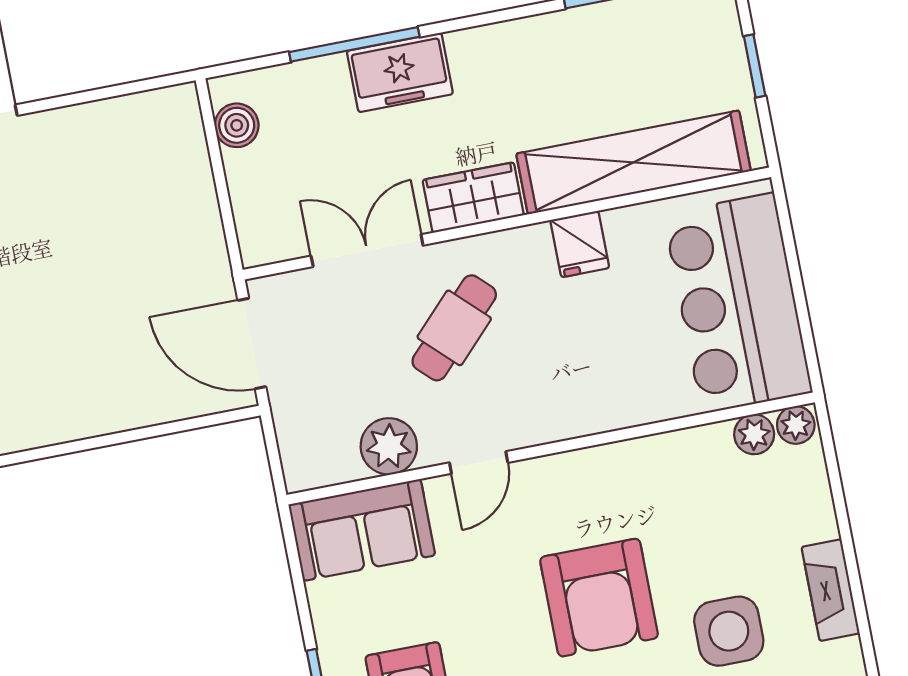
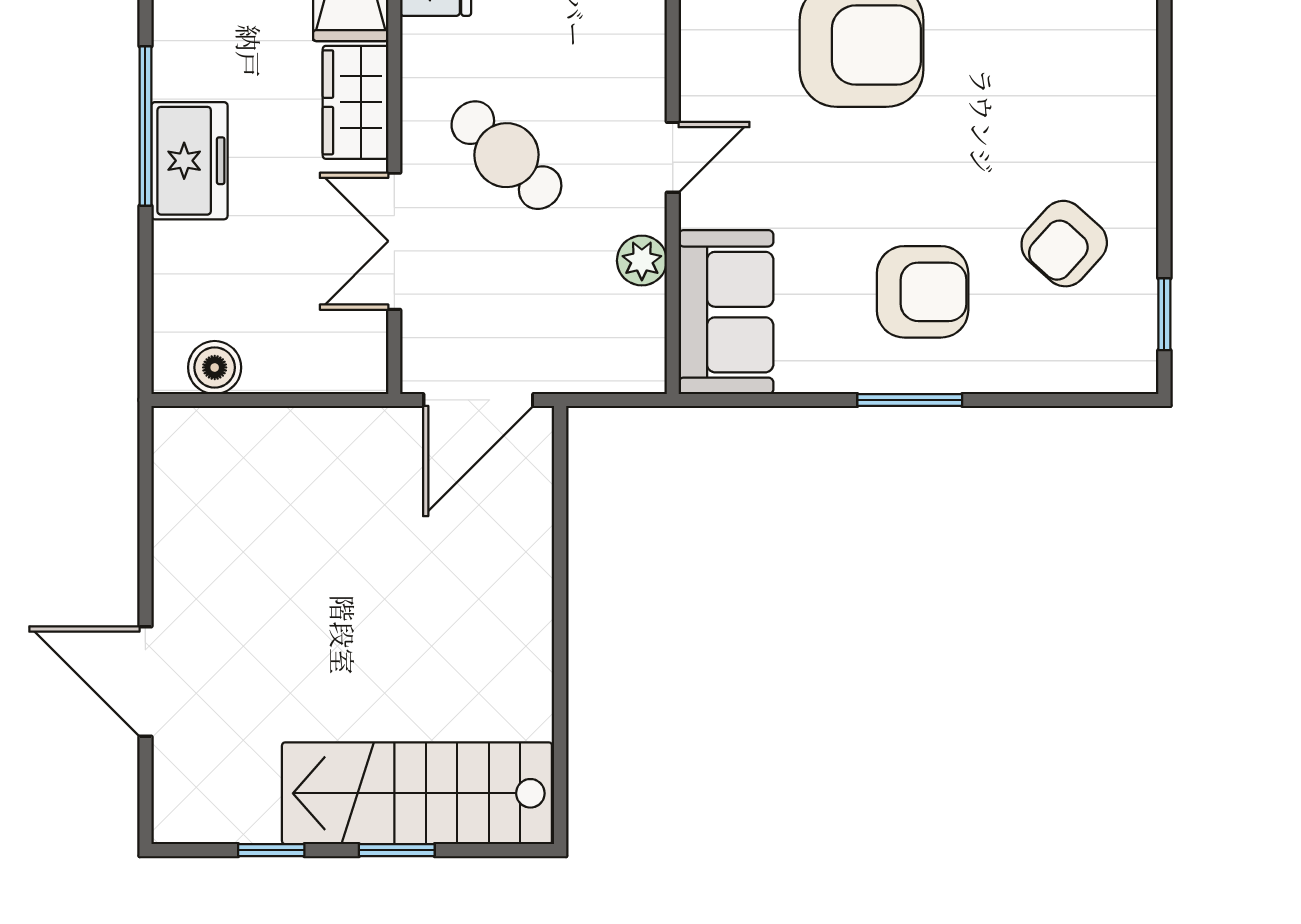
window: (354, 44) -> (145, 126), moved
plant: (389, 446) -> (642, 261), width x0.73, depth x0.73
door: (479, 463) -> (673, 157), hinge flipped

